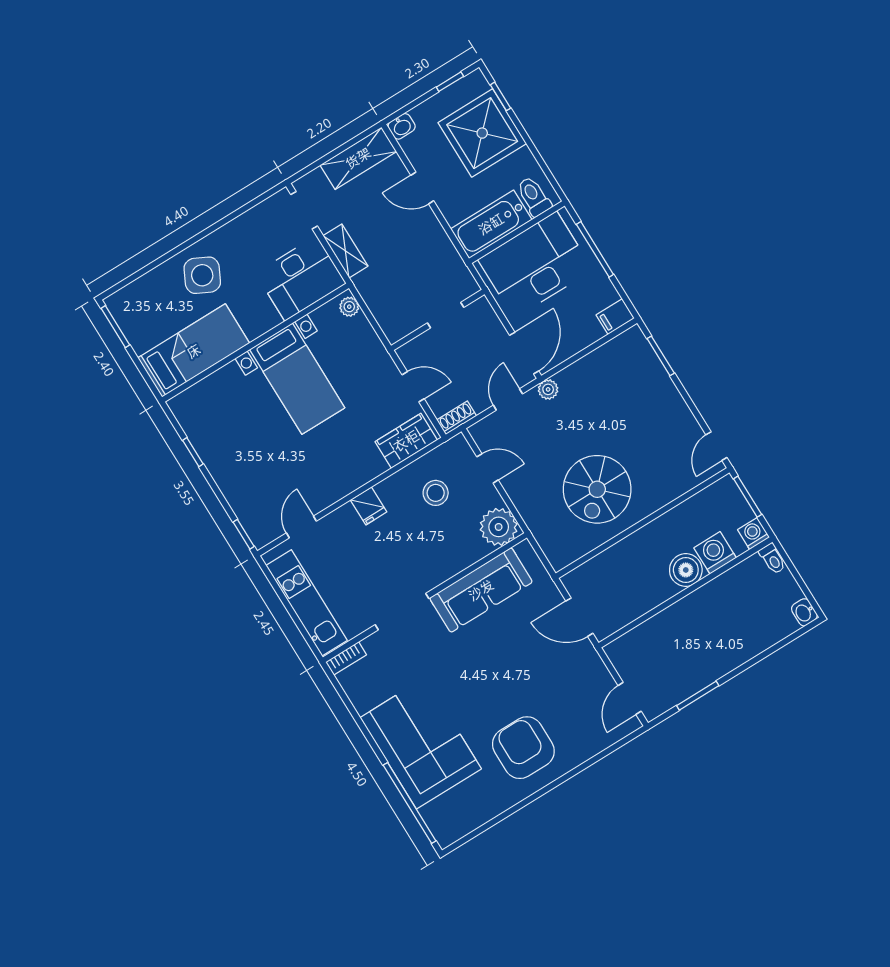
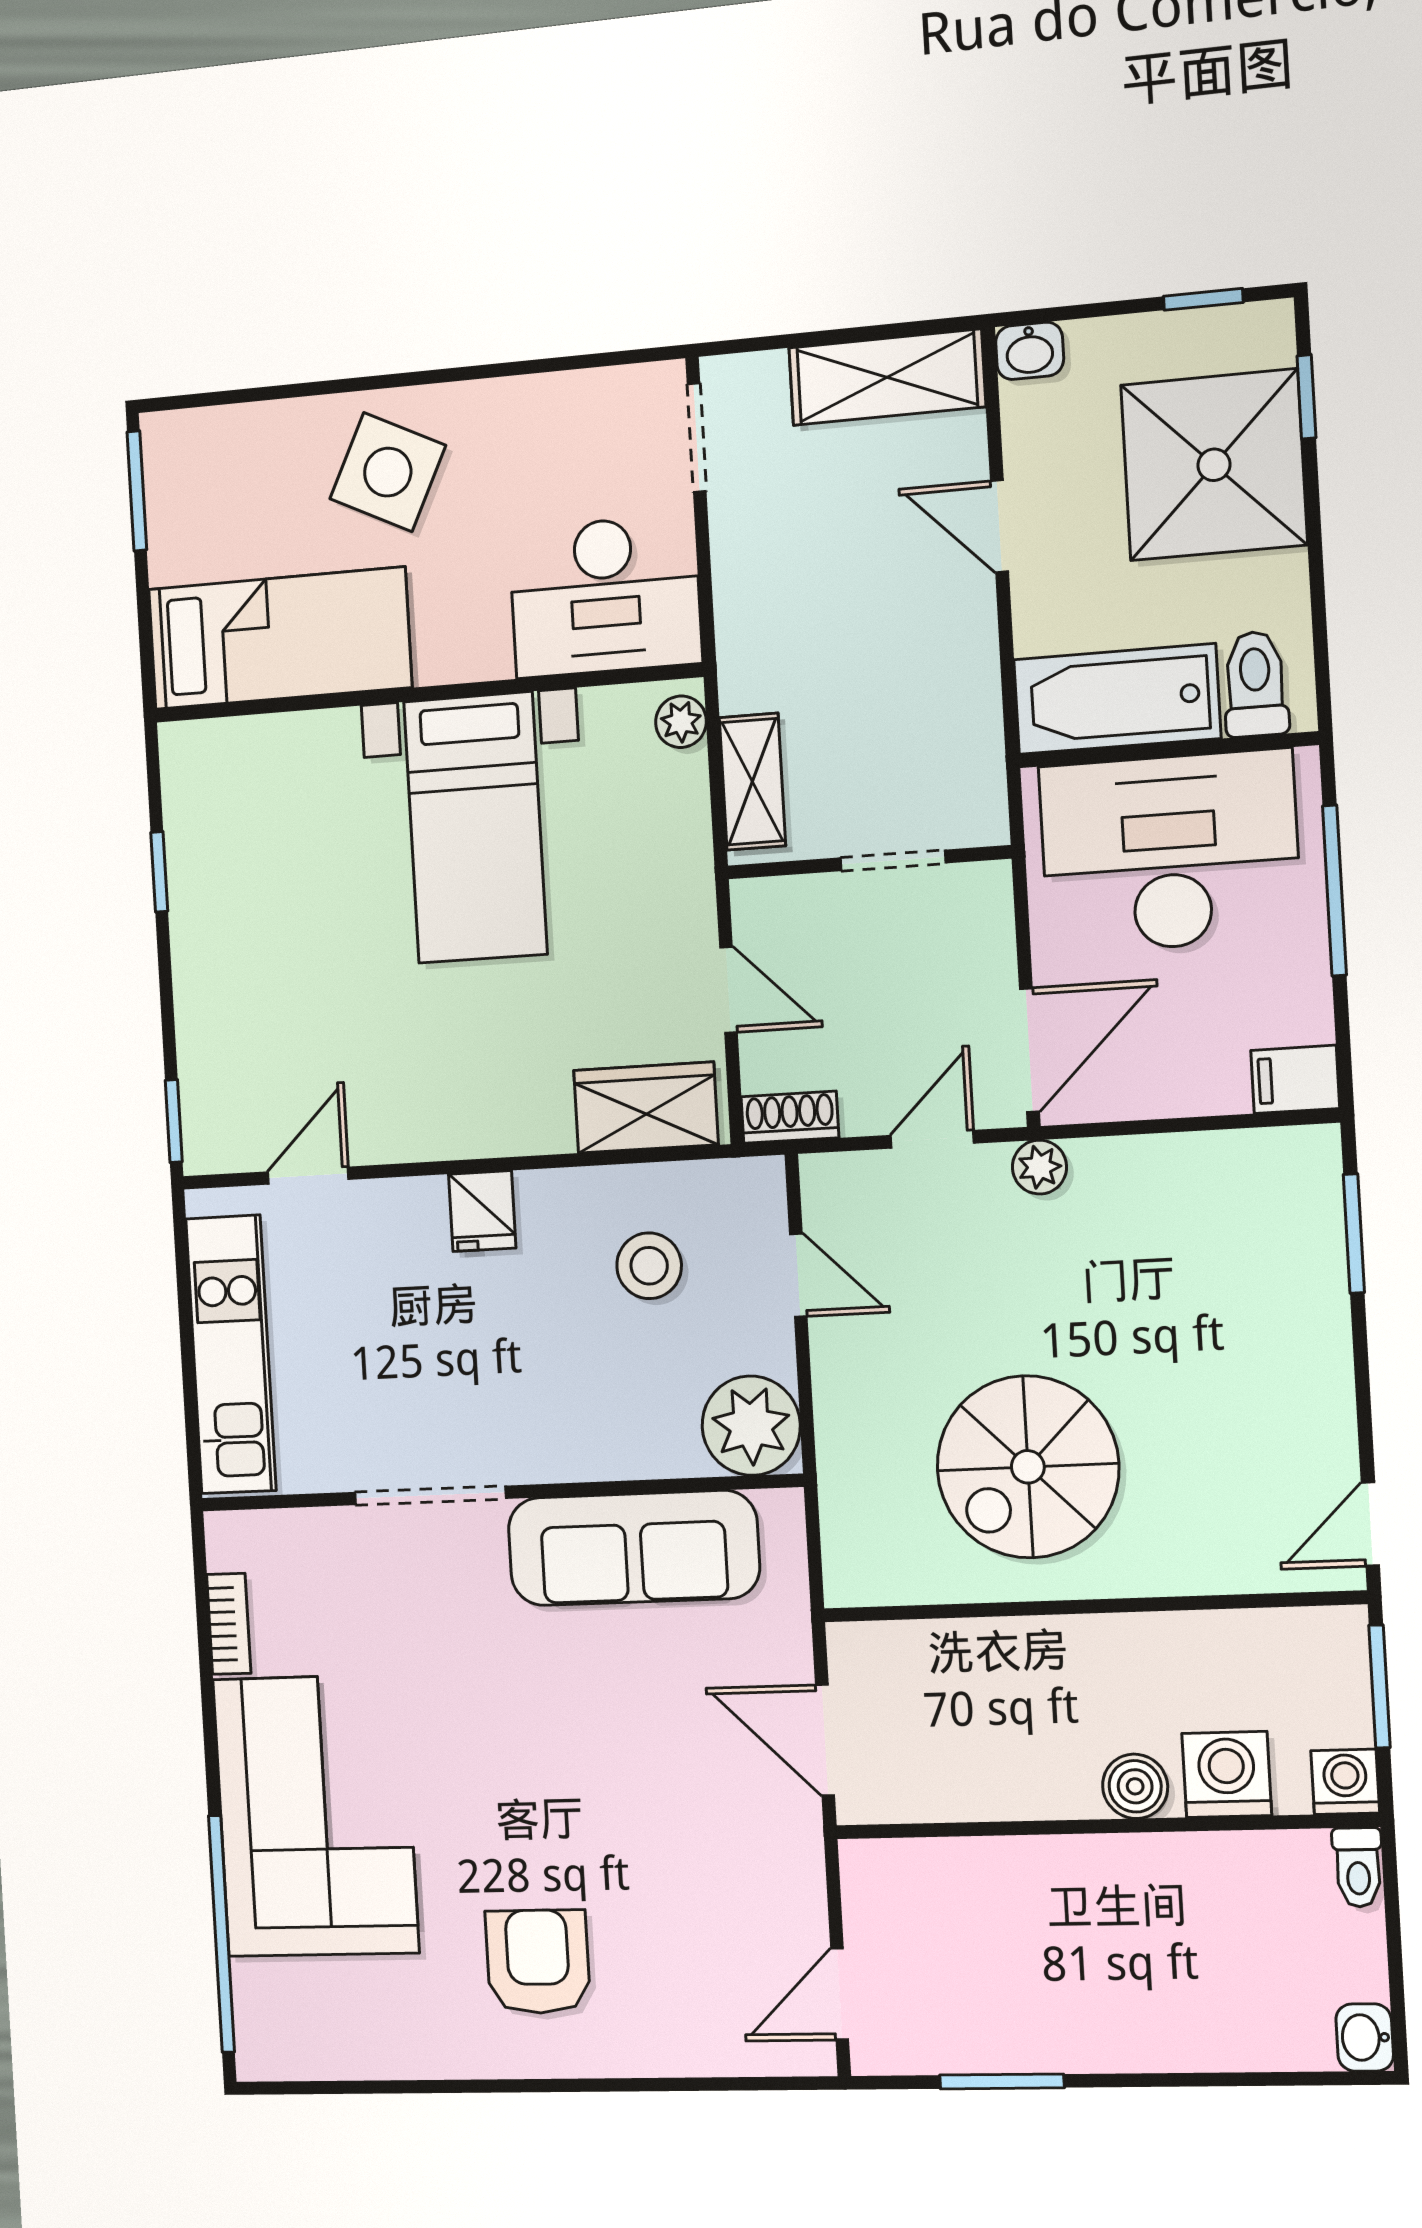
shelving: (345, 251) -> (752, 782), moved
boiler: (686, 570) -> (1135, 1786), width x0.73, depth x0.73
bookcase: (346, 658) -> (229, 1624), moved, turned -90
armchair: (523, 748) -> (538, 1962), width x0.73, depth x0.73

